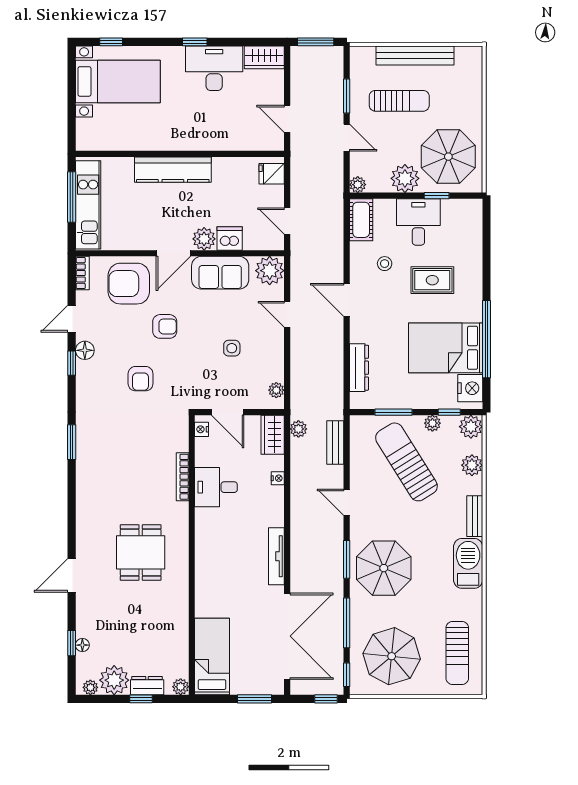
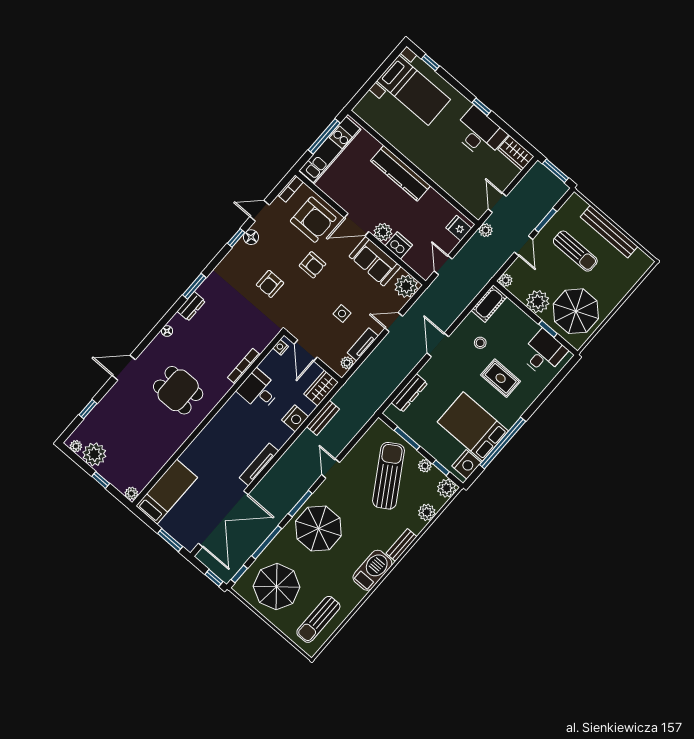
desk: (418, 222) -> (543, 353), moved
armchair: (129, 284) -> (313, 220), turned 180
door: (287, 314) -> (394, 322), hinge flipped
tv unit: (276, 360) -> (363, 344), added
plant: (298, 429) -> (486, 230), moved
bench: (335, 442) -> (323, 418), moved
nightstand: (278, 478) -> (295, 418), width x1.89, depth x1.79
dining table: (141, 552) -> (178, 390), turned 90
floor lamp: (82, 645) -> (167, 331), moved
dresser: (147, 686) -> (191, 306), moved, turned 90

